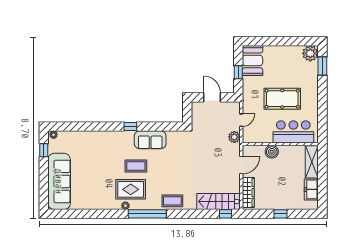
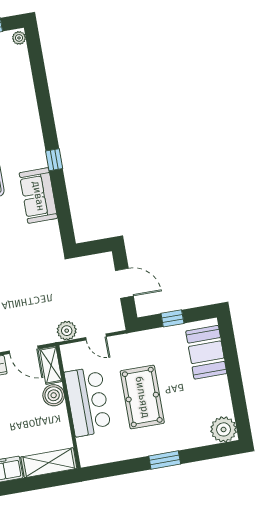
booth: (252, 60) -> (206, 352), moved, turned 90
window: (322, 66) -> (165, 460), moved
door: (212, 97) -> (124, 283), hinge flipped
bar counter: (293, 132) -> (88, 402), moved
shelving: (253, 150) -> (51, 365), added

